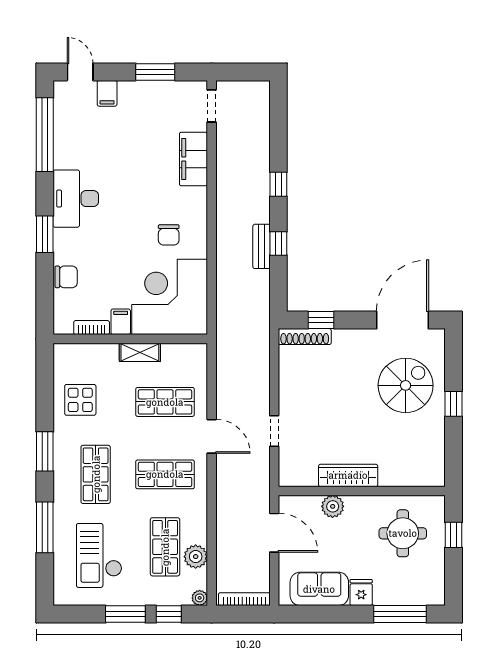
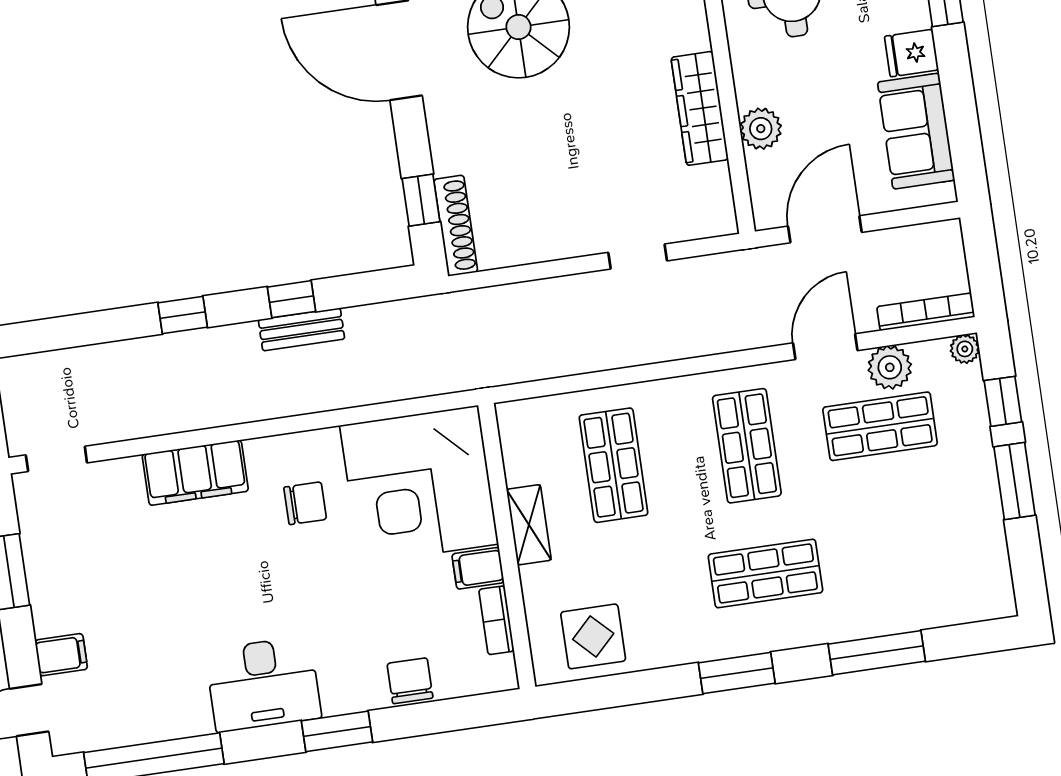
filing cabinet: (193, 159) -> (195, 473), moved
display table: (80, 400) -> (593, 636), moved
door: (212, 436) -> (825, 347), moved
checkout: (99, 555) -> (914, 545), removed
bookcase: (244, 599) -> (926, 312), moved, turned 90

